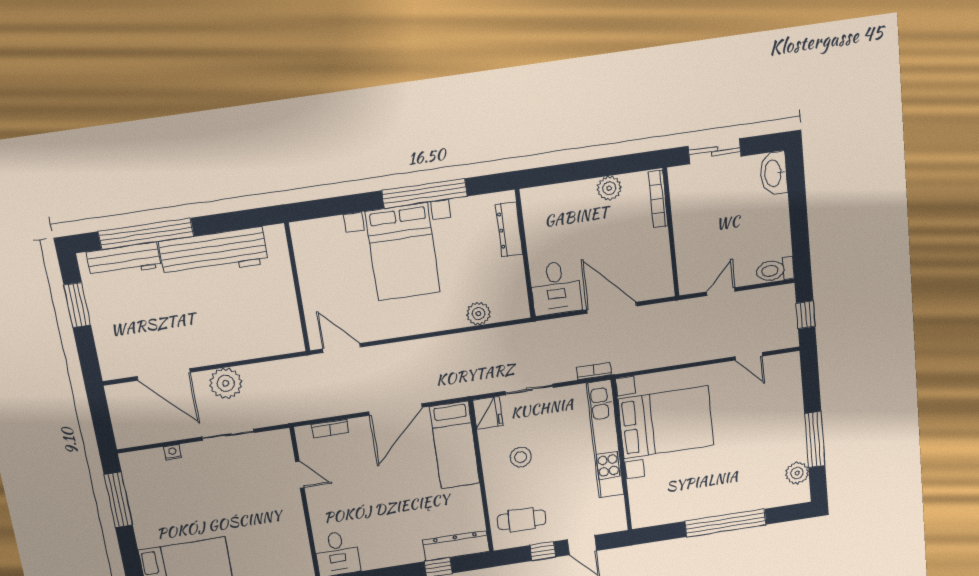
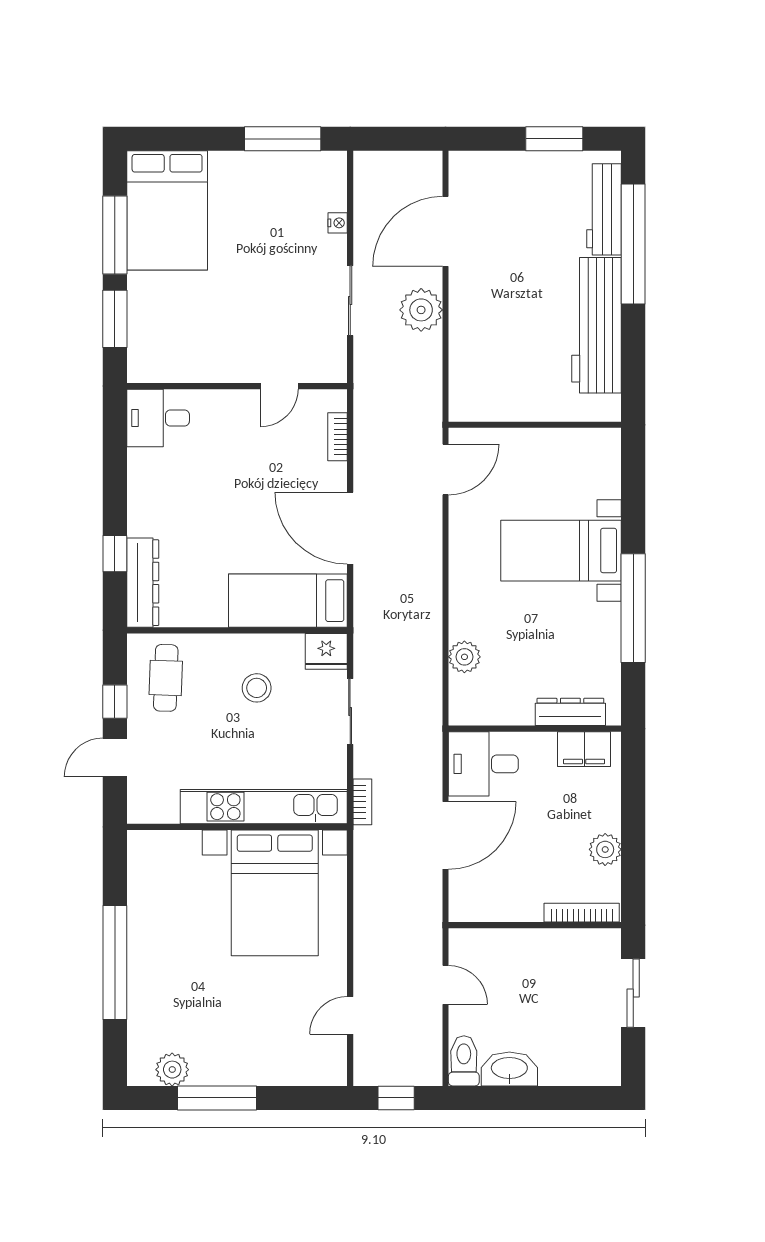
washbasin: (774, 173) -> (509, 1069), moved
filing cabinet: (536, 215) -> (584, 749), added
bed with nightstands: (403, 252) -> (561, 551), width x0.73

